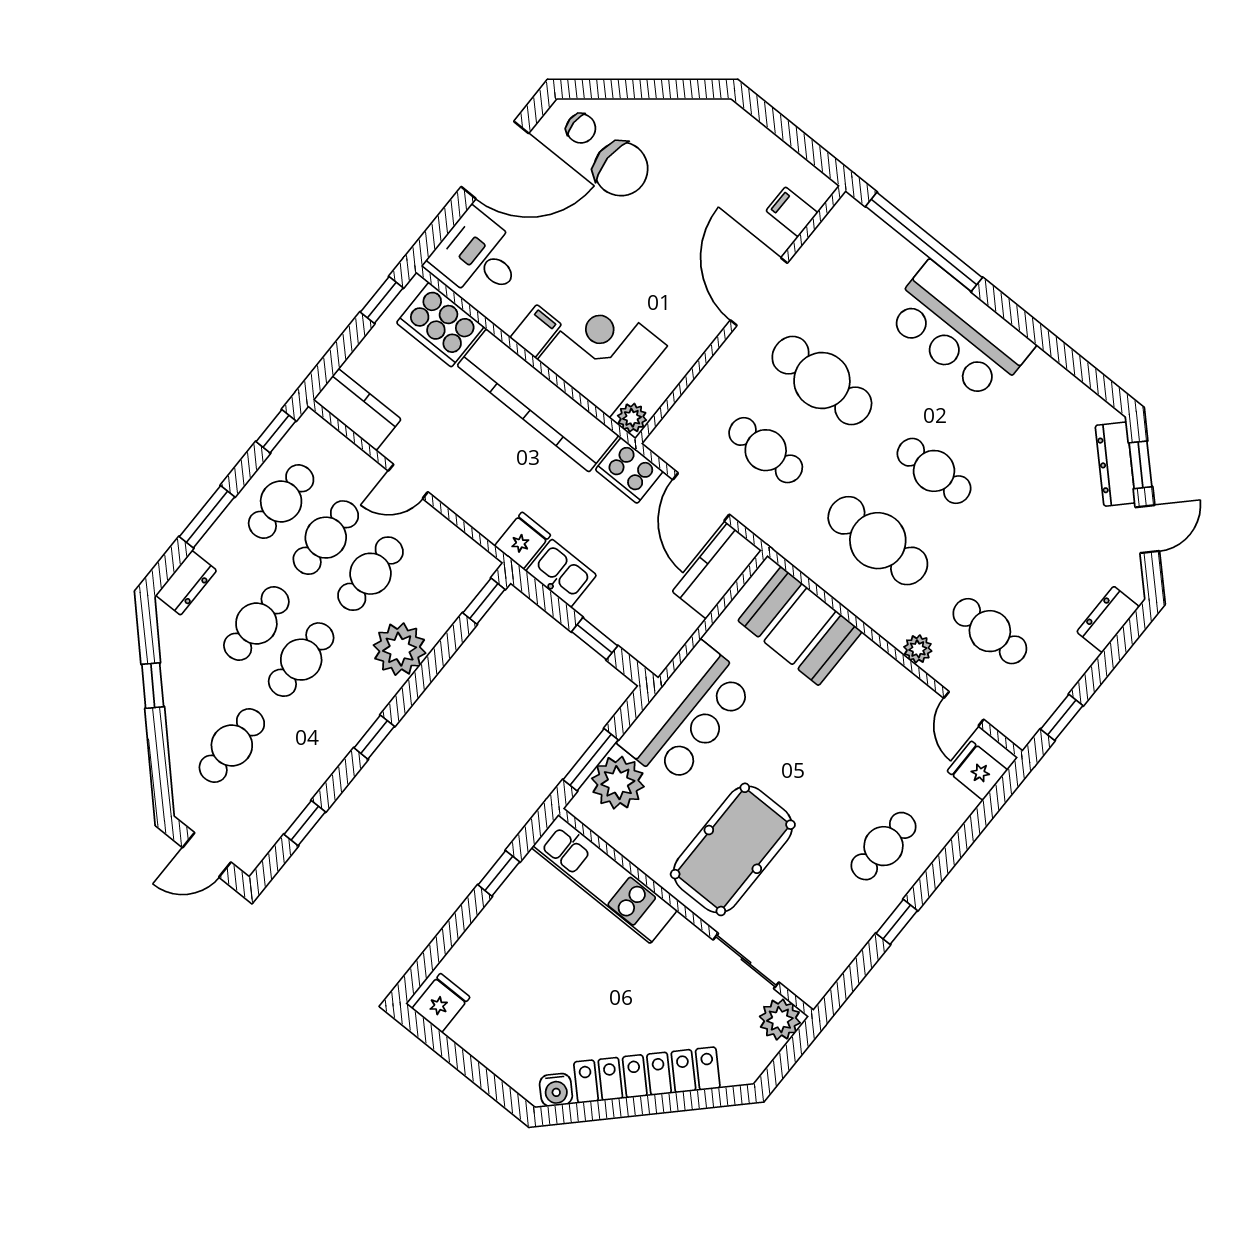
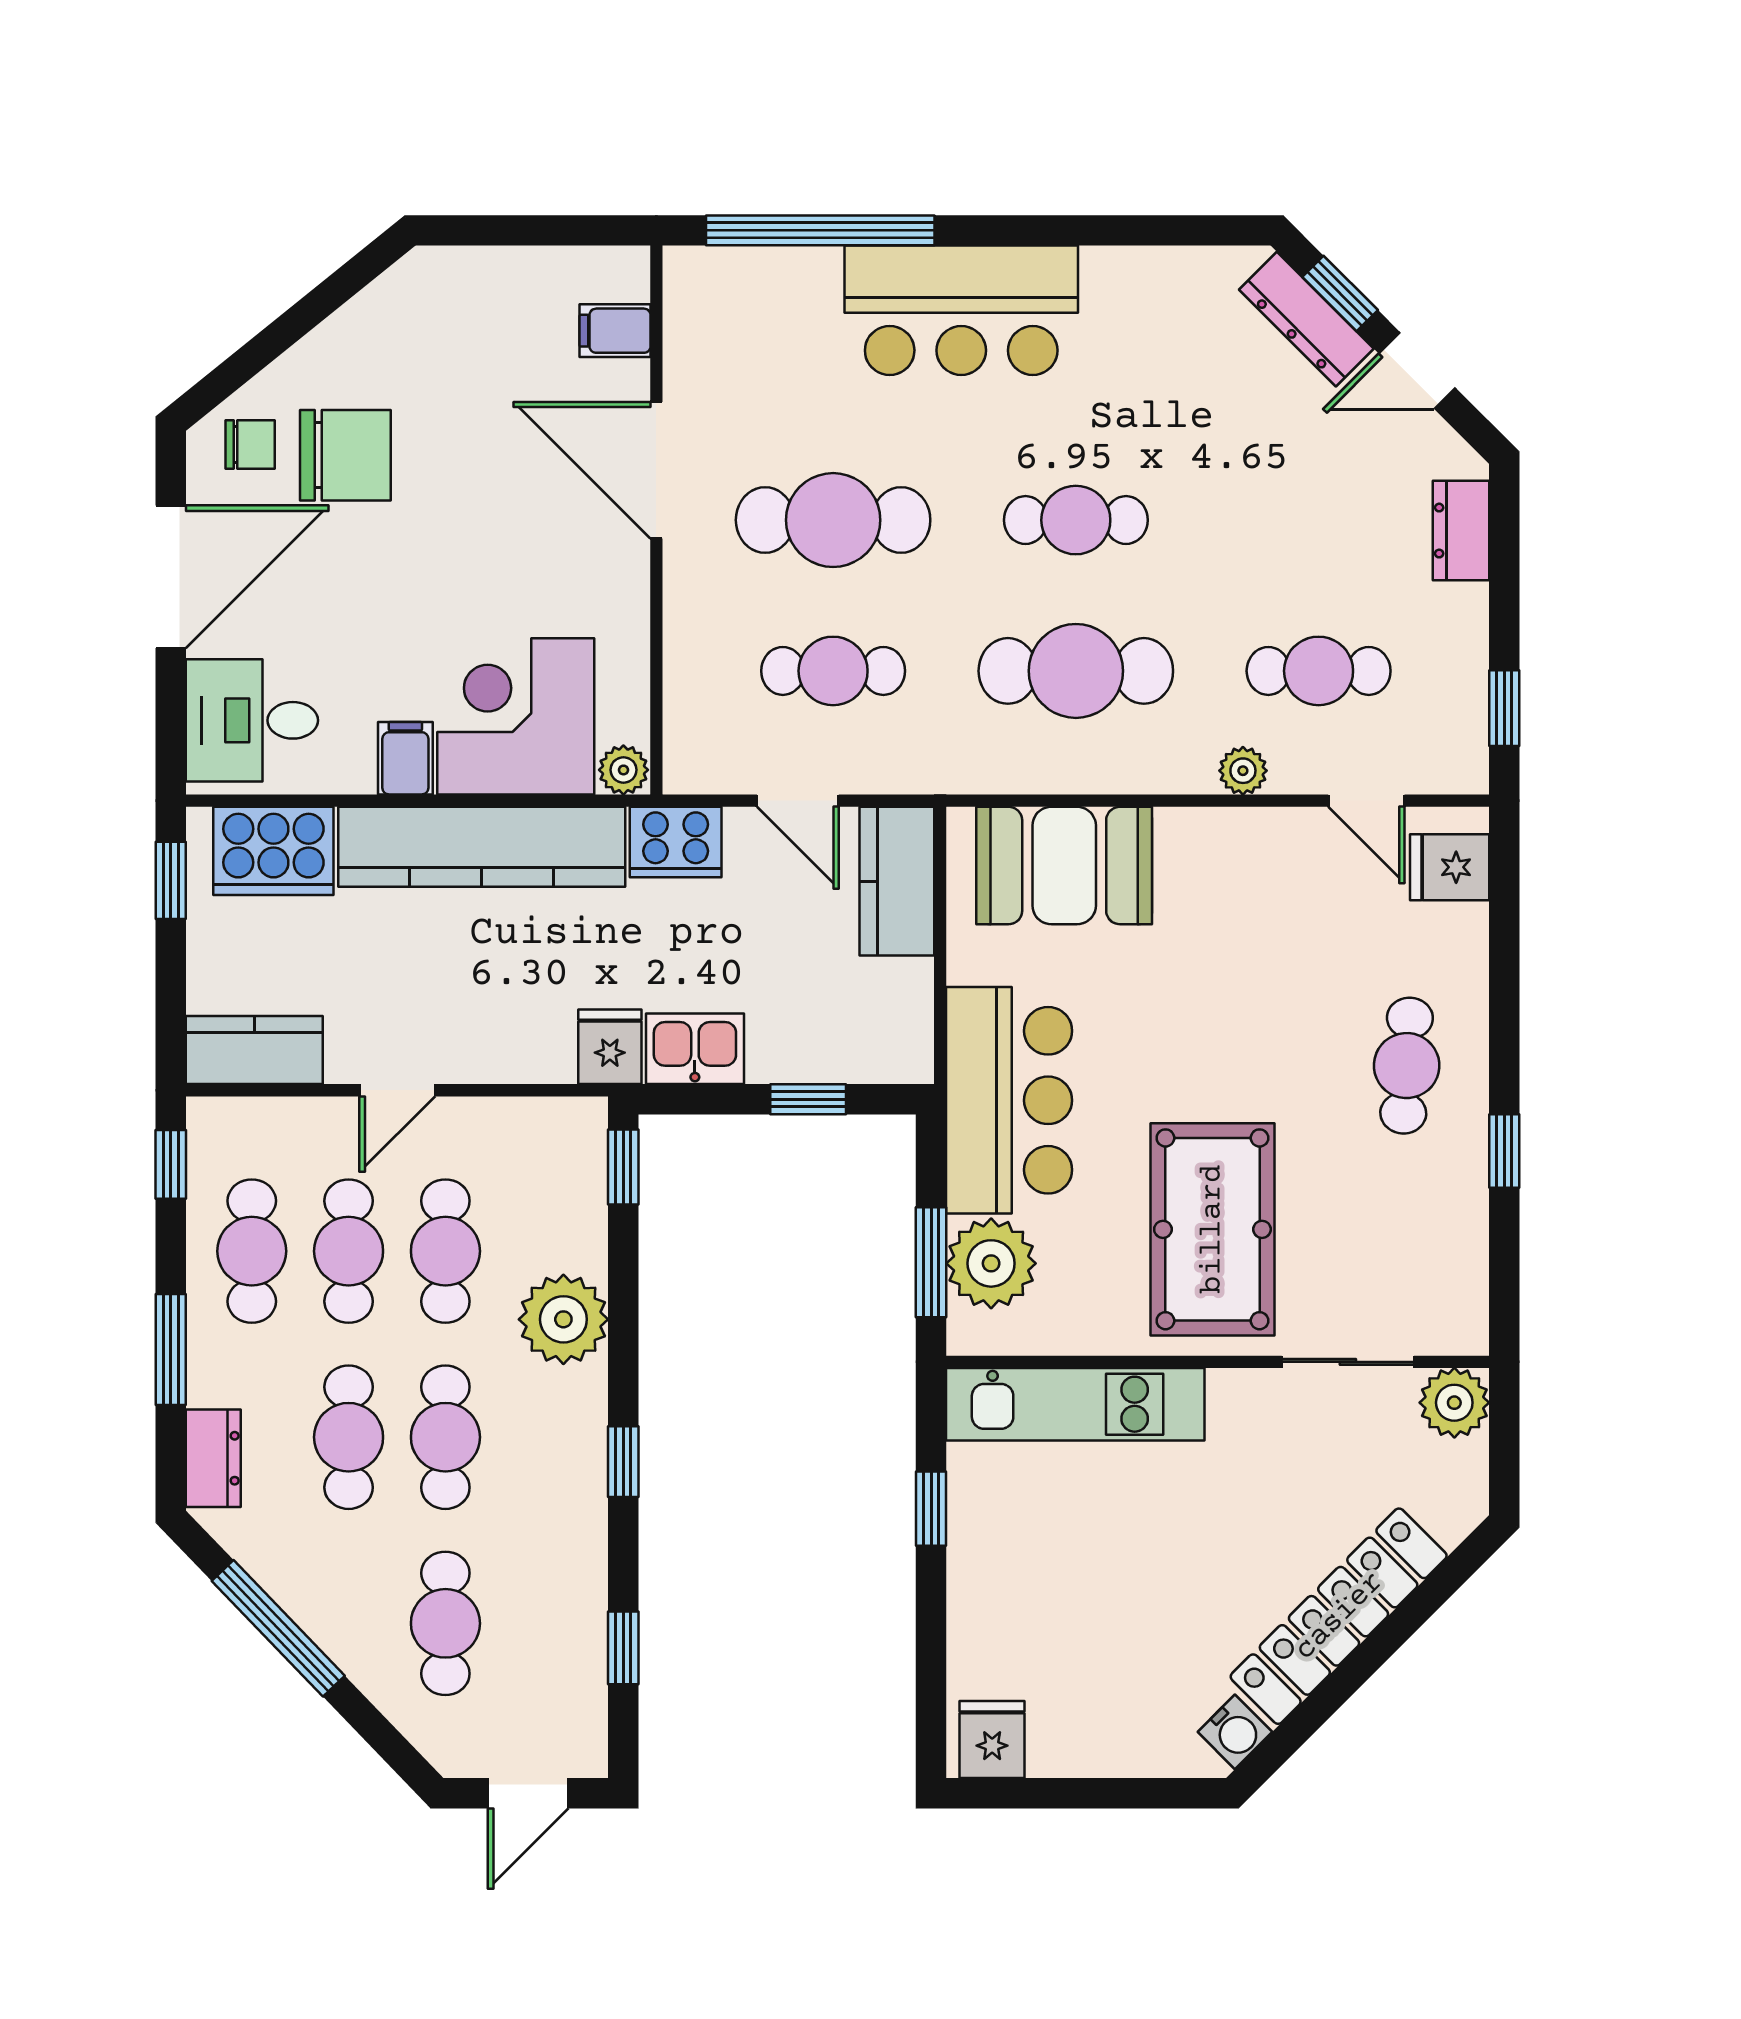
door: (701, 497) -> (798, 801), width x0.73
door: (1147, 529) -> (1417, 371), swing flipped
window: (153, 686) -> (278, 1628), width x2.17

